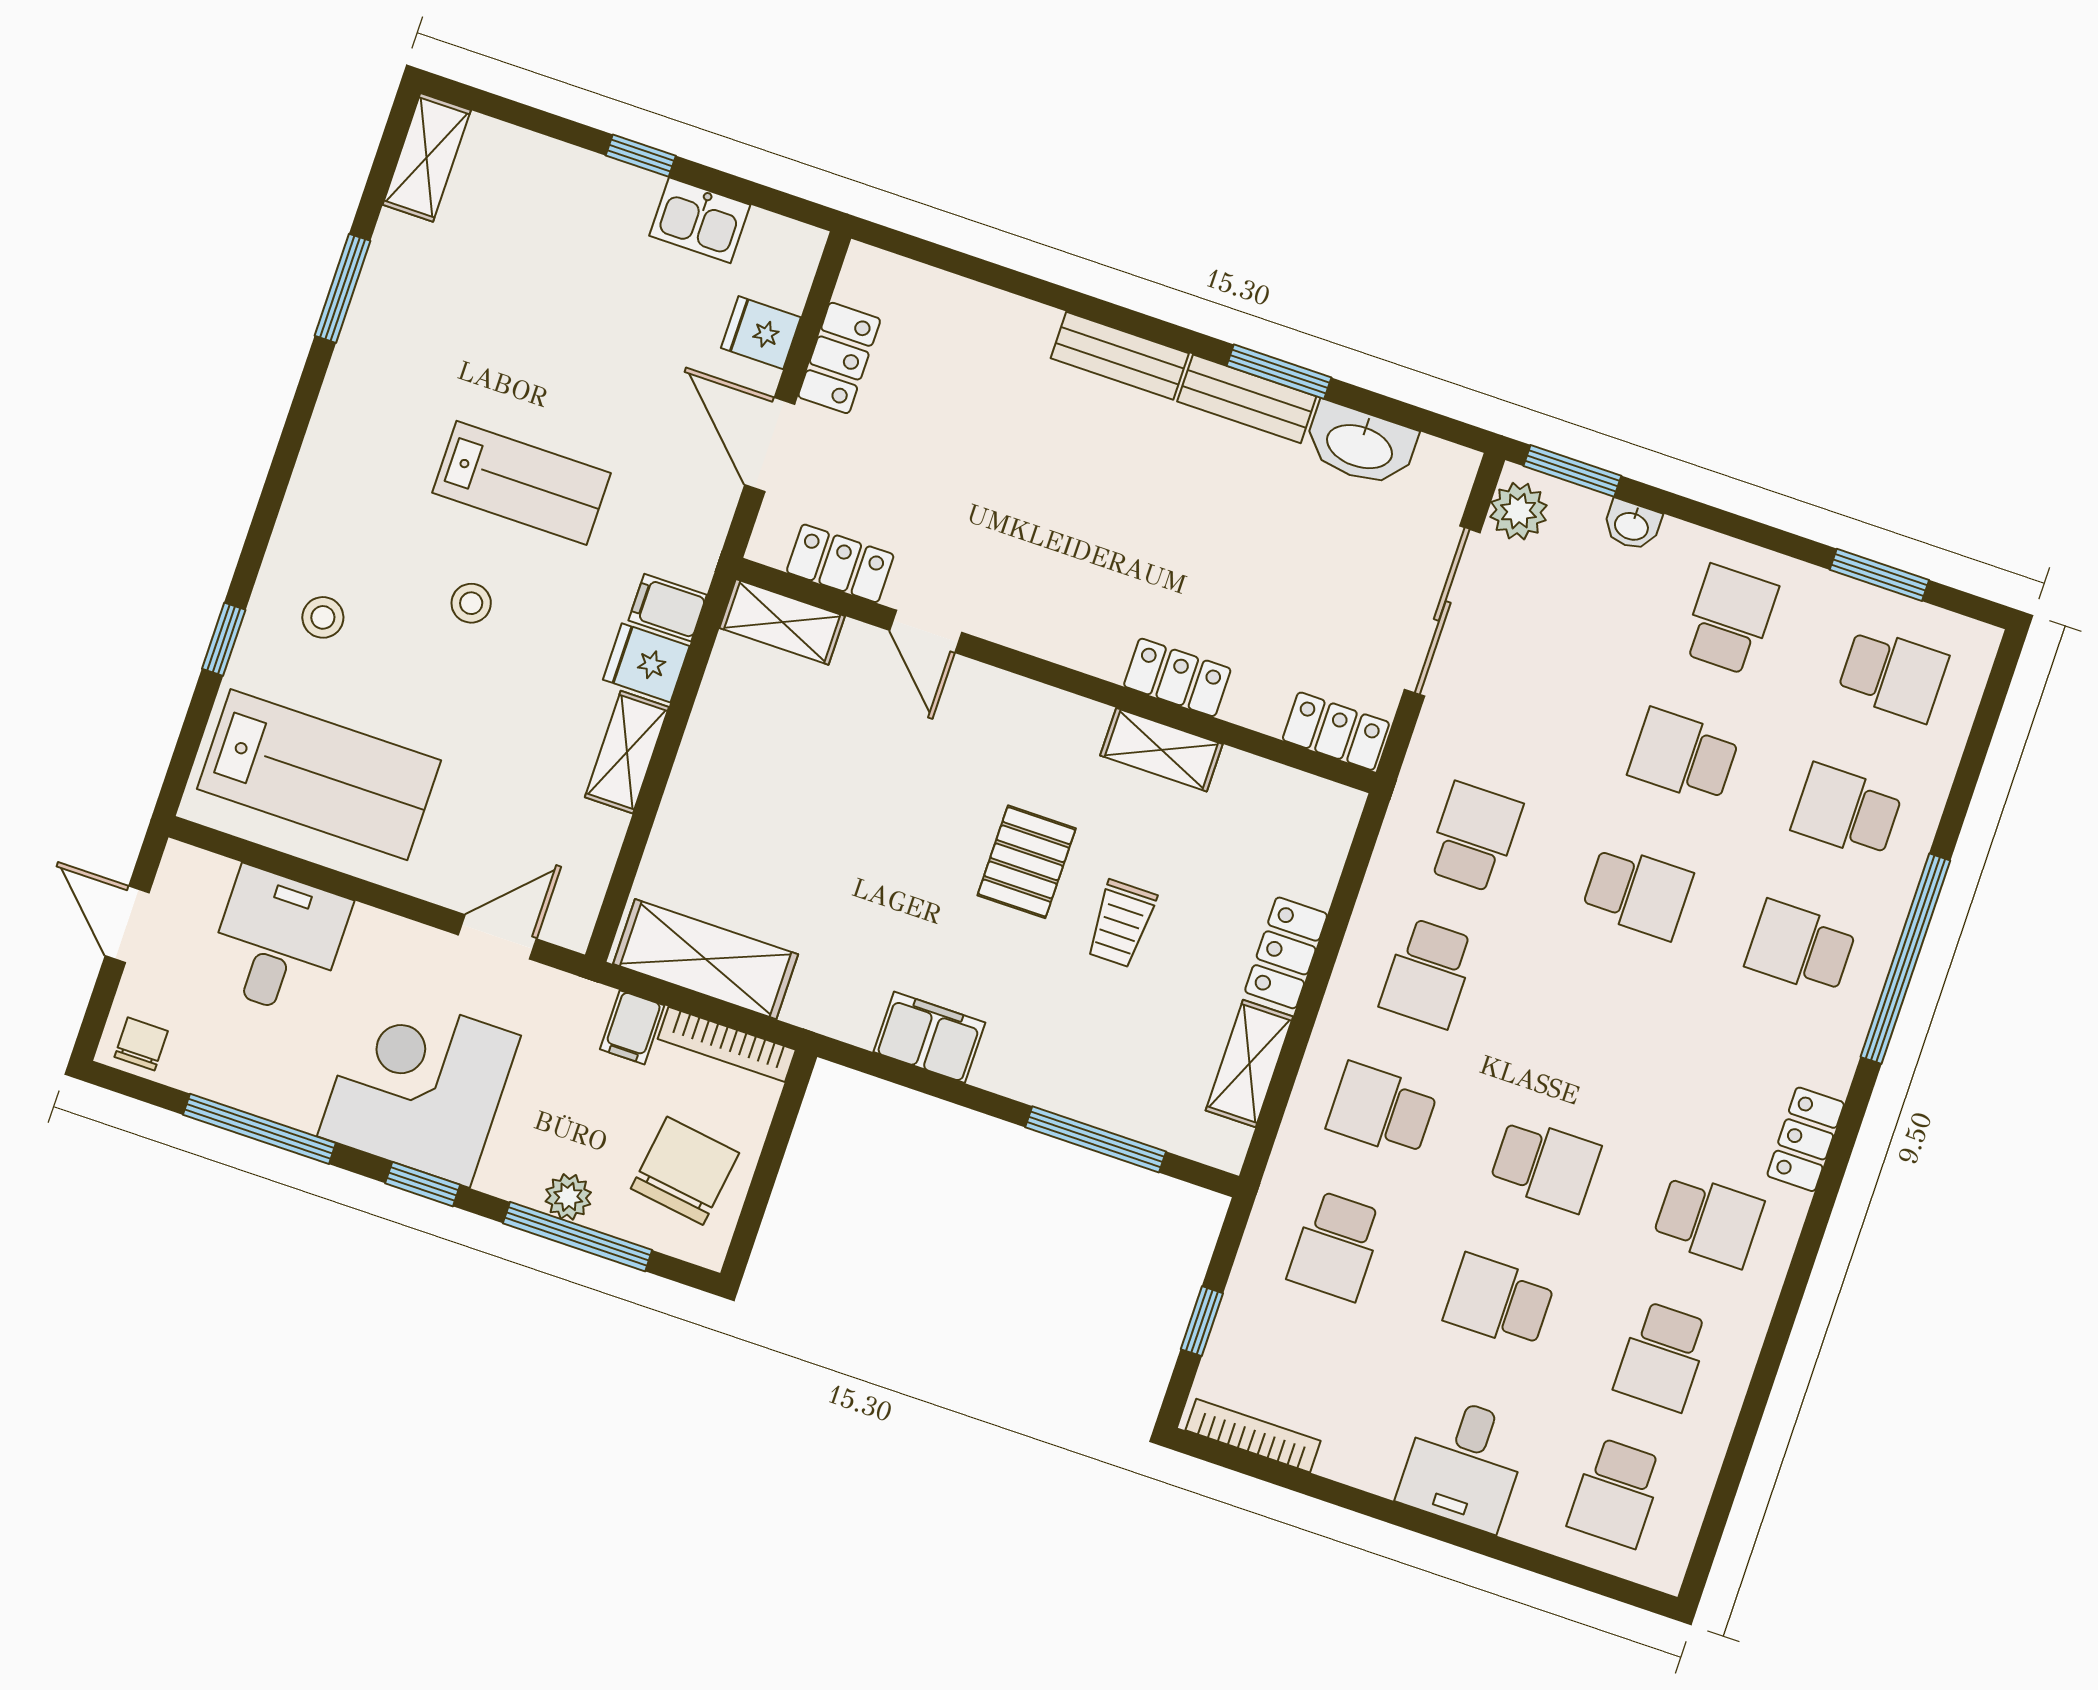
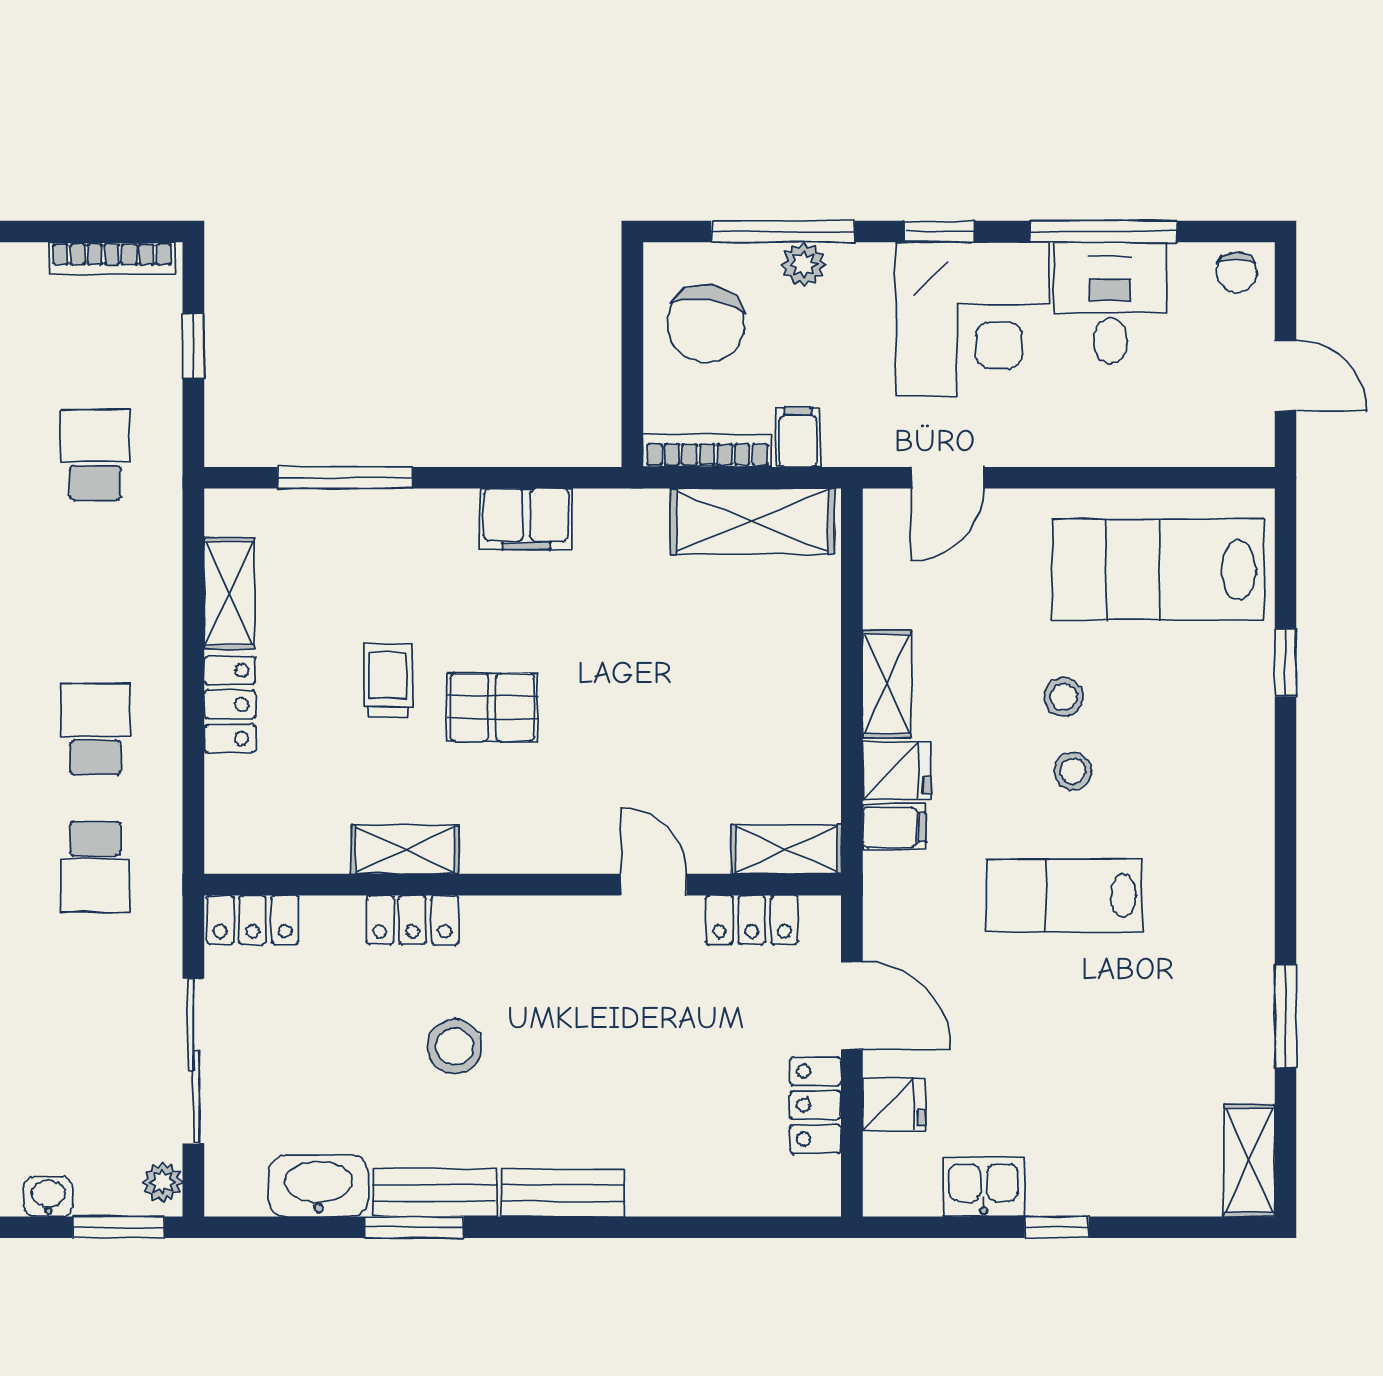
plant: (1519, 511) -> (163, 1182), width x0.73, depth x0.73
stool: (1178, 538) -> (455, 1046), added
stool: (323, 617) -> (1064, 697), moved
pallet: (1027, 862) -> (492, 707), turned 90
desk: (278, 942) -> (1110, 303), moved, turned 180
school desk: (1382, 1110) -> (95, 592), removed

